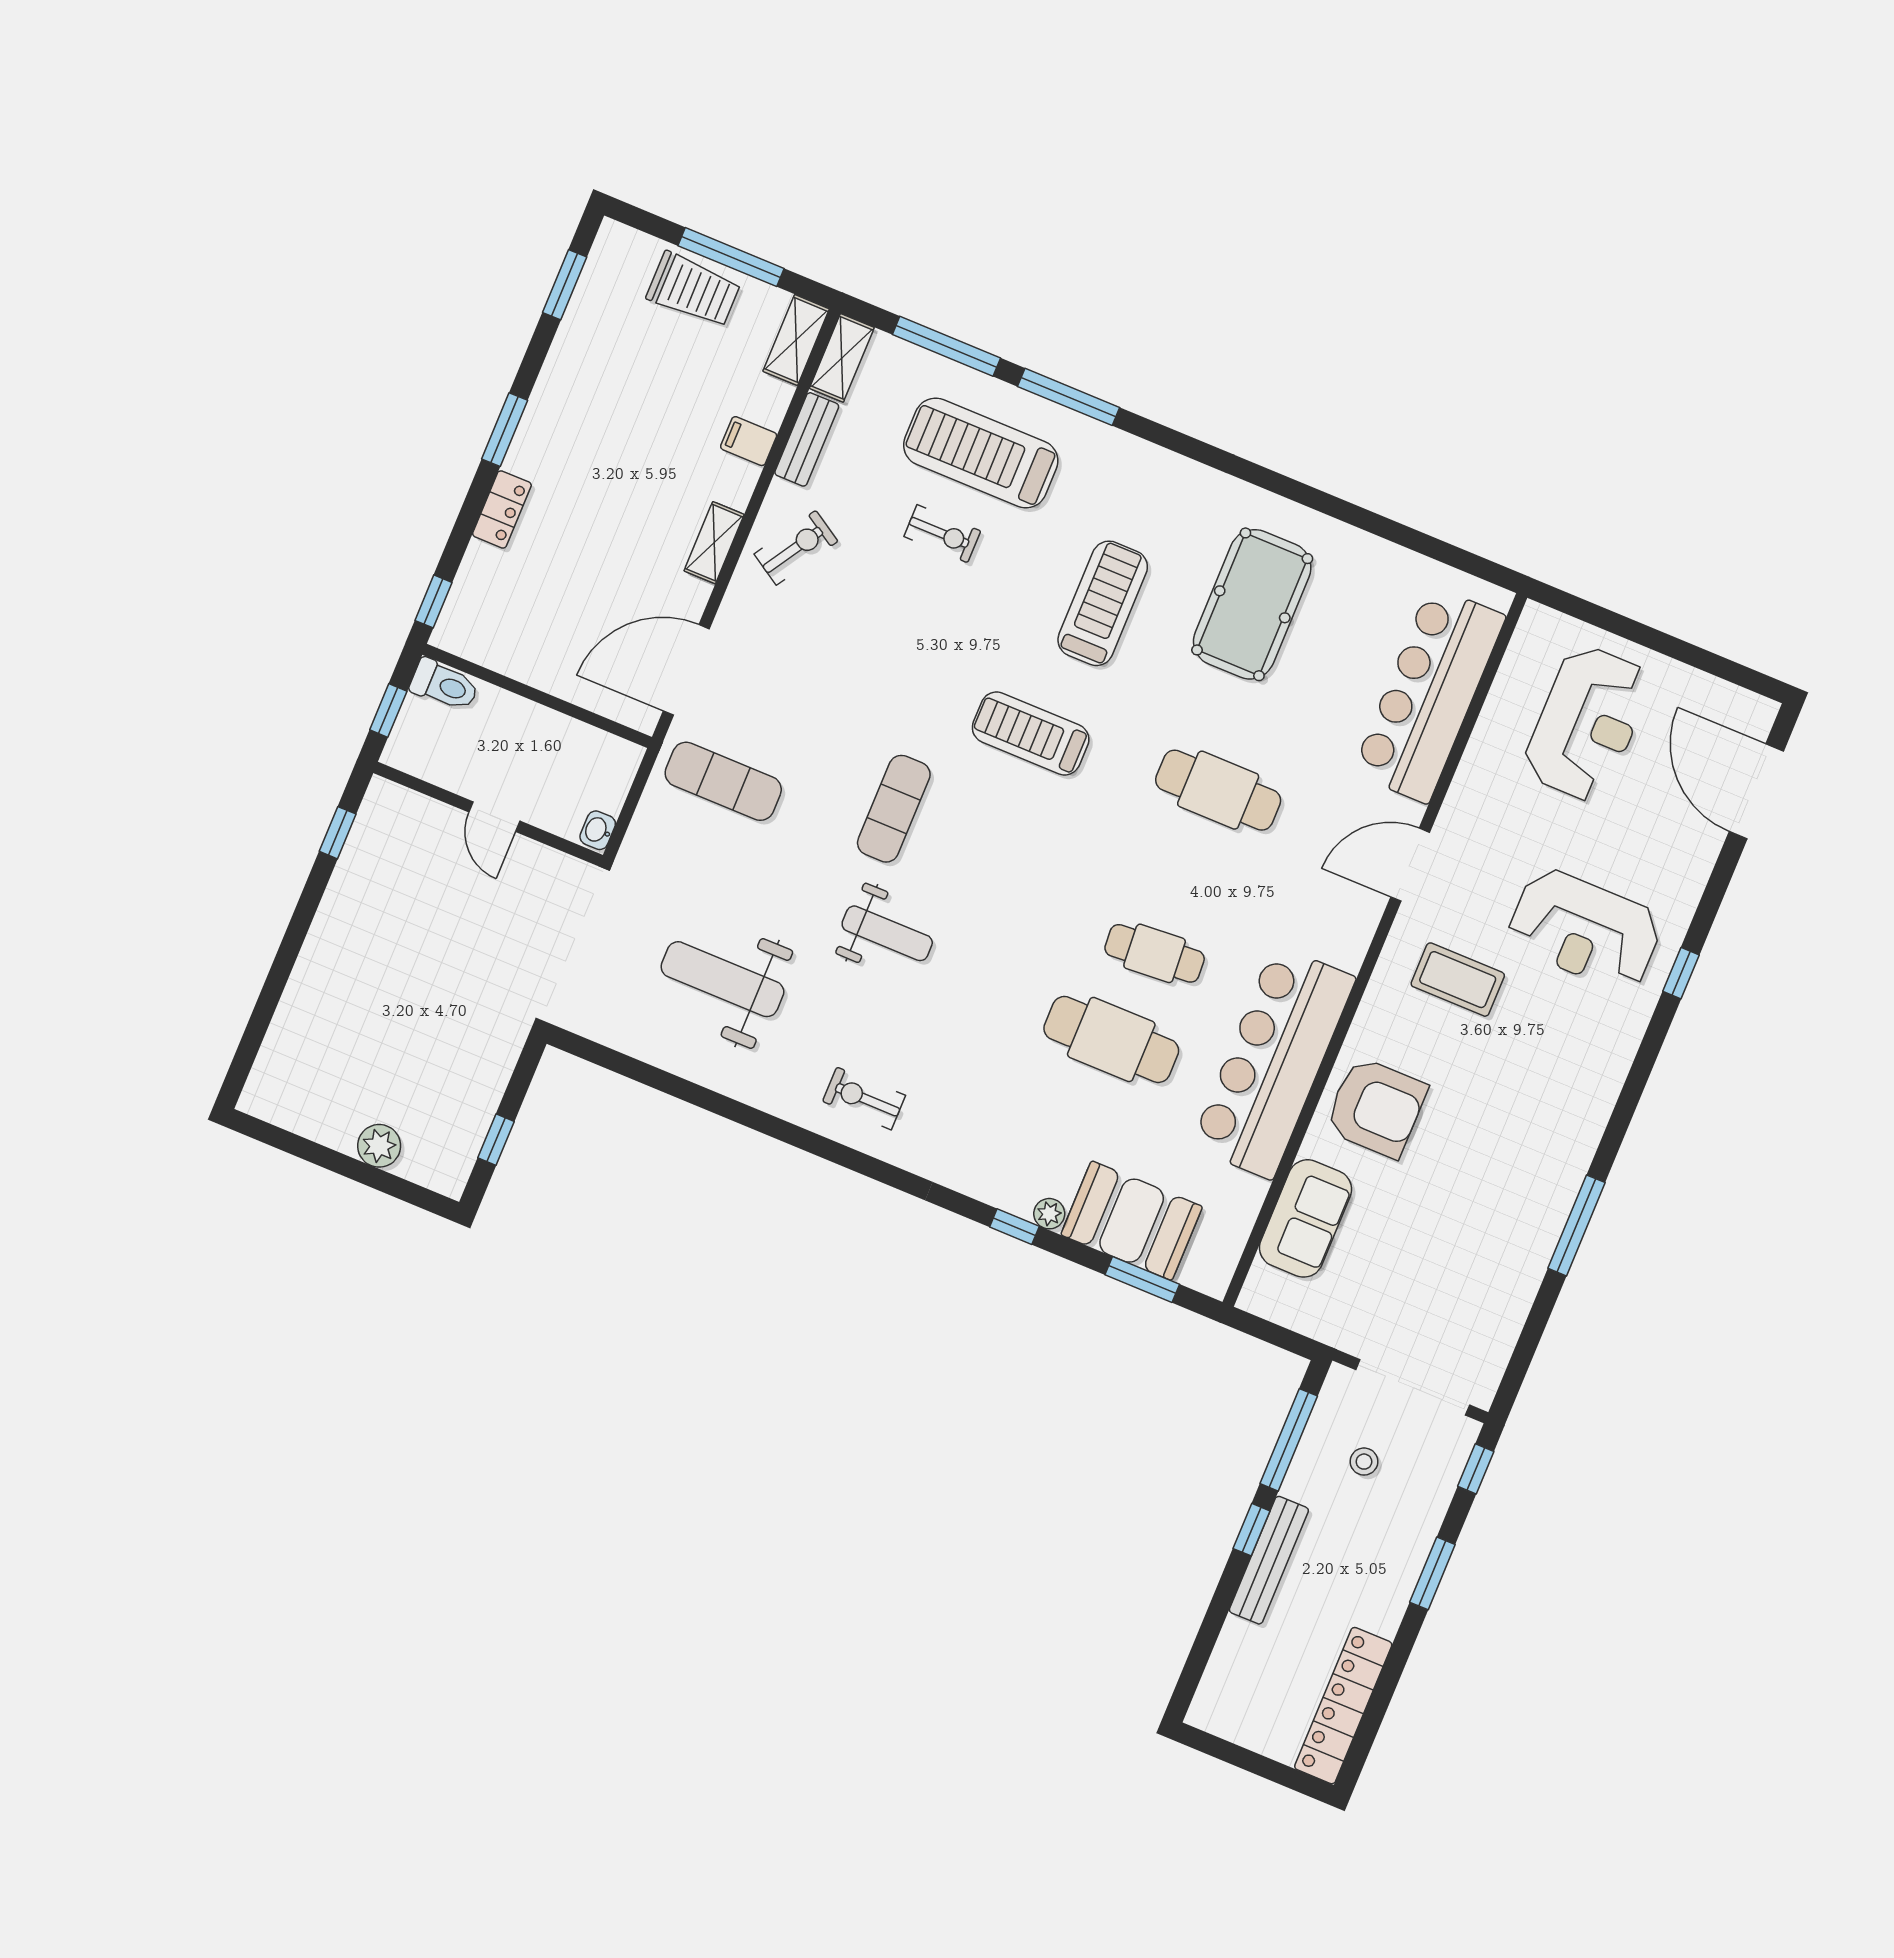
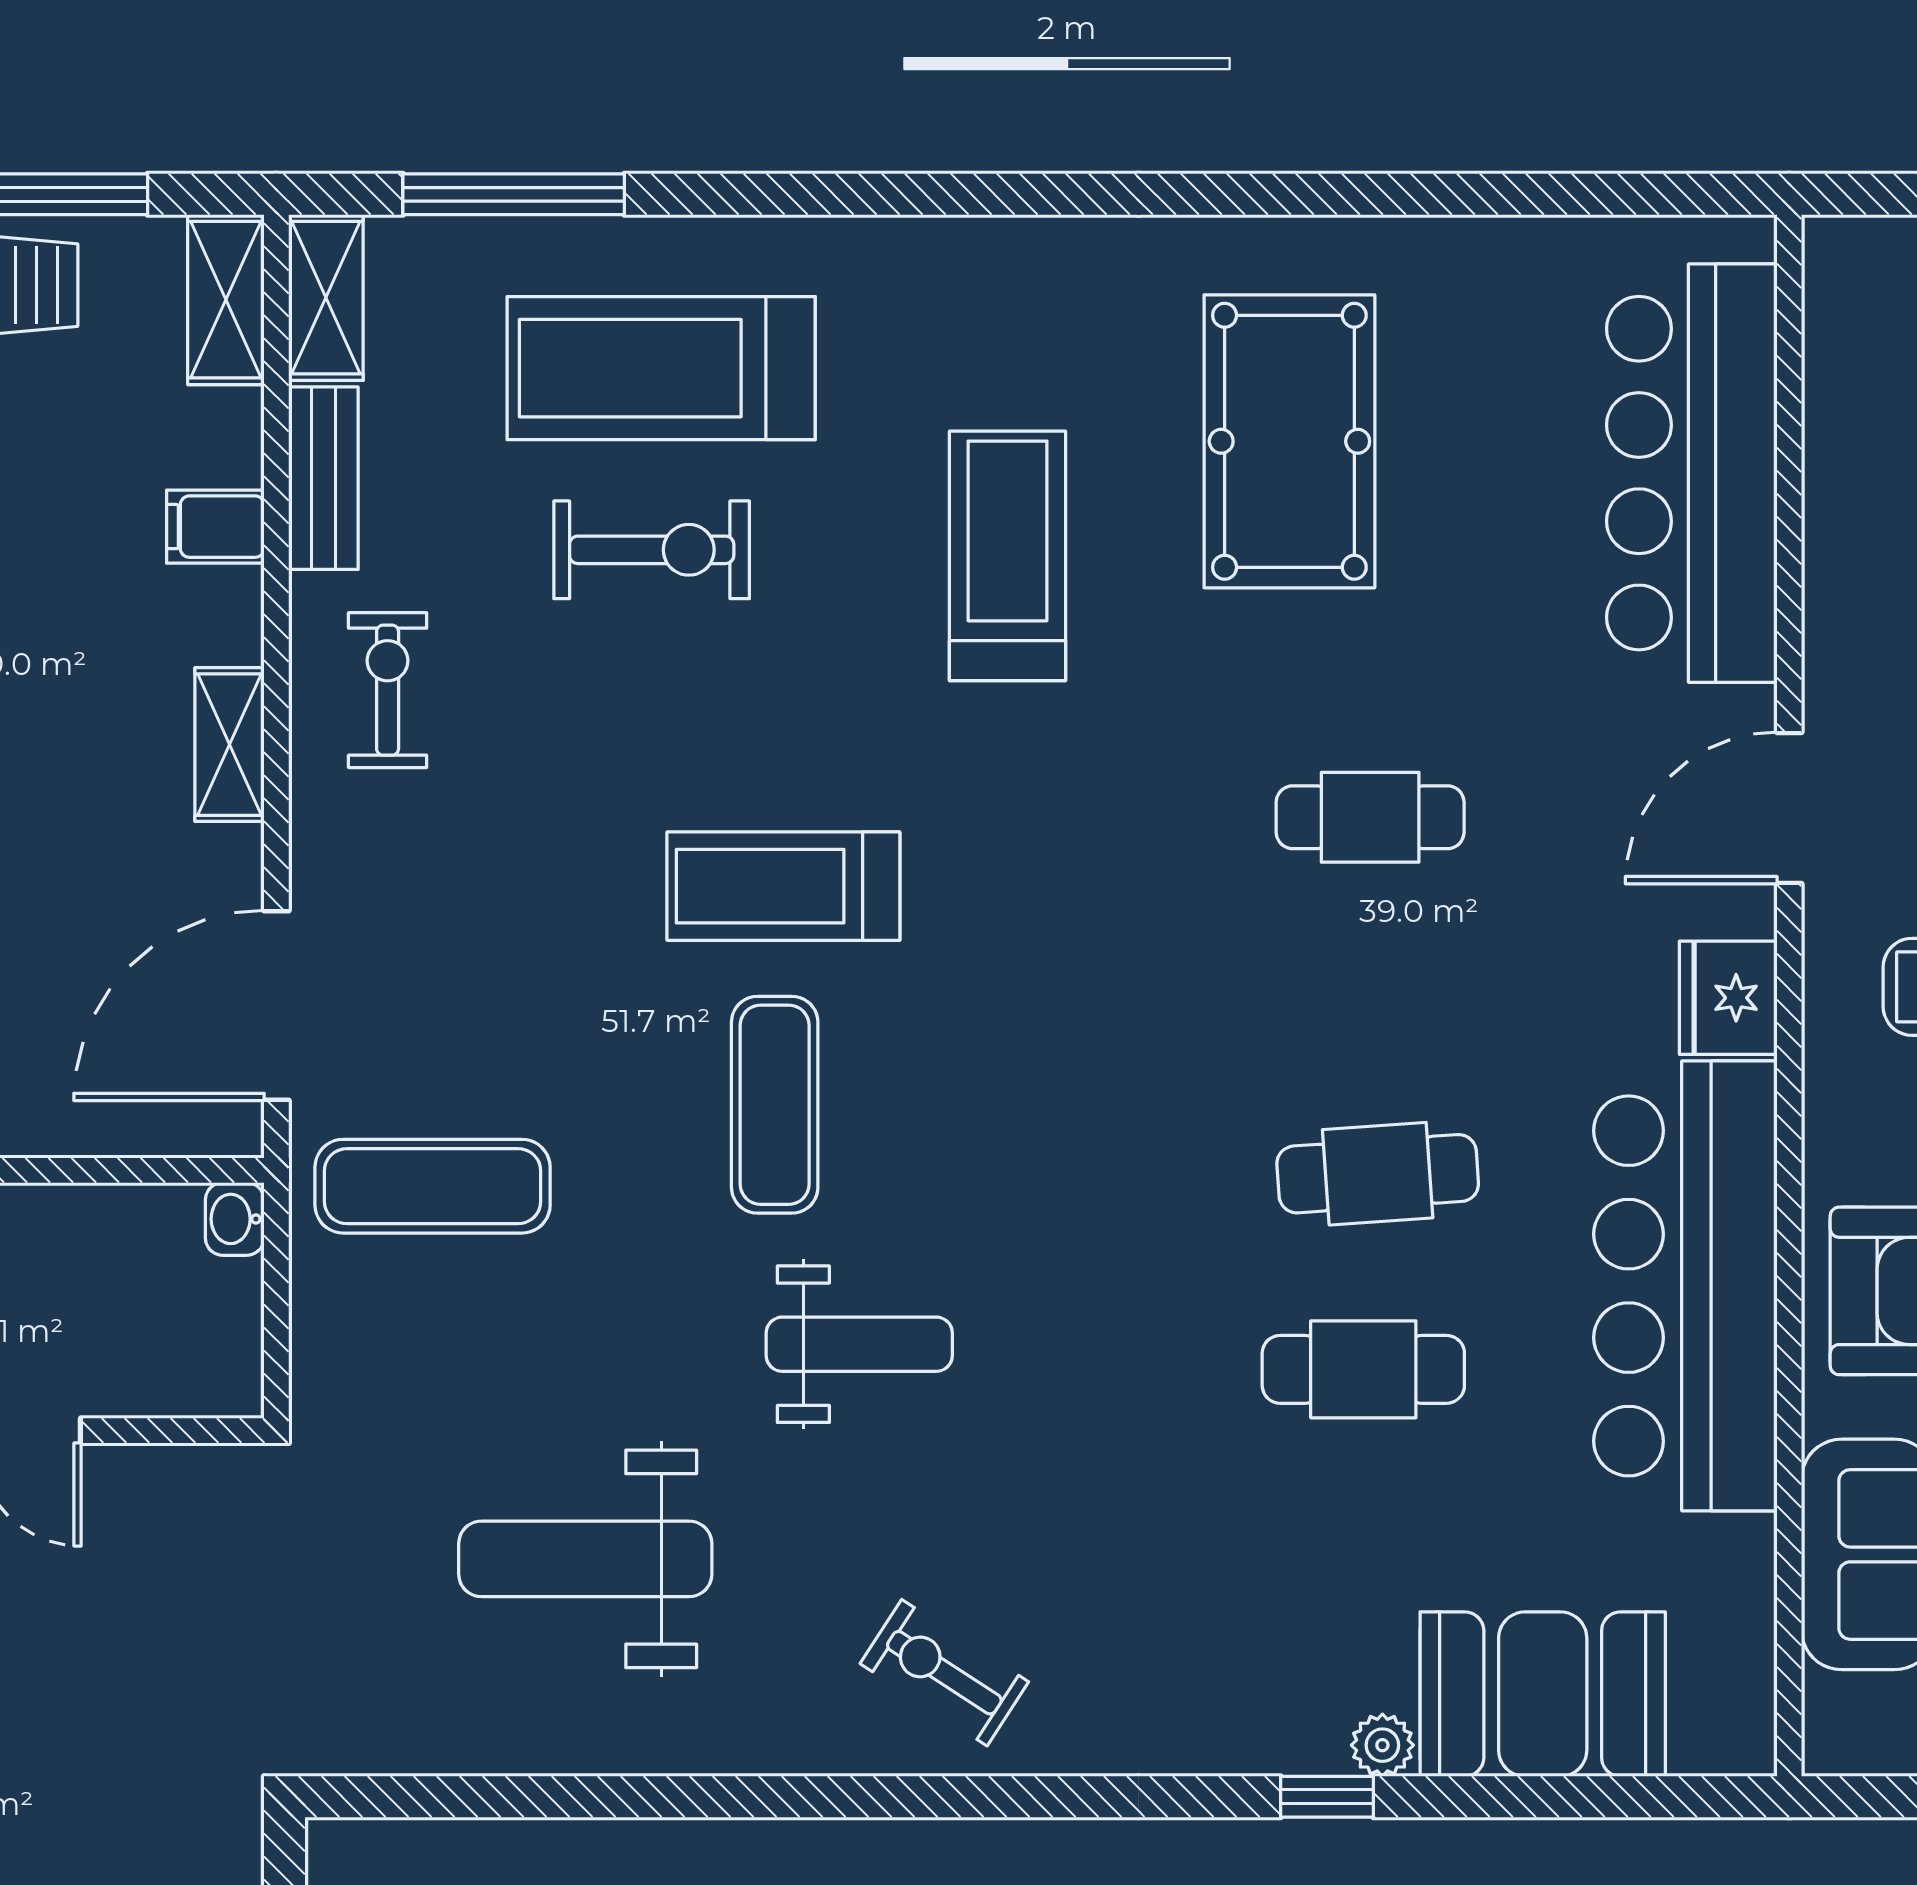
window: (1069, 397) -> (783, 194), removed
exercise bike: (942, 534) -> (652, 550), width x1.38, depth x1.39
exercise bike: (796, 548) -> (388, 690), turned -32
treadmill: (1031, 733) -> (783, 886), moved
cafe table: (1218, 790) -> (1370, 817), width x0.73, depth x0.74
washbasin: (598, 830) -> (235, 1219), moved
fridge: (1347, 939) -> (1728, 998), added
cafe table: (1111, 1039) -> (1363, 1369), width x0.73, depth x0.74
exercise bike: (864, 1098) -> (944, 1673), turned 33
window: (1142, 1280) -> (1609, 1797), removed

